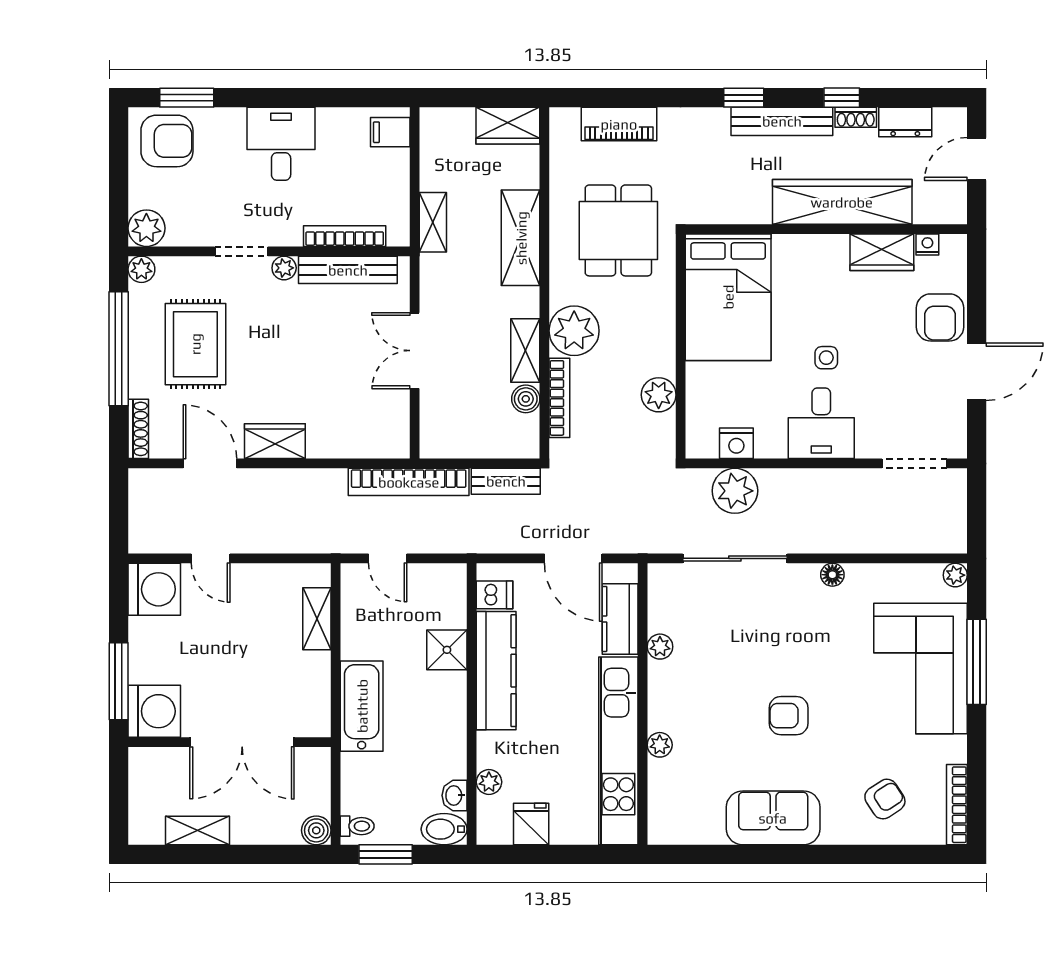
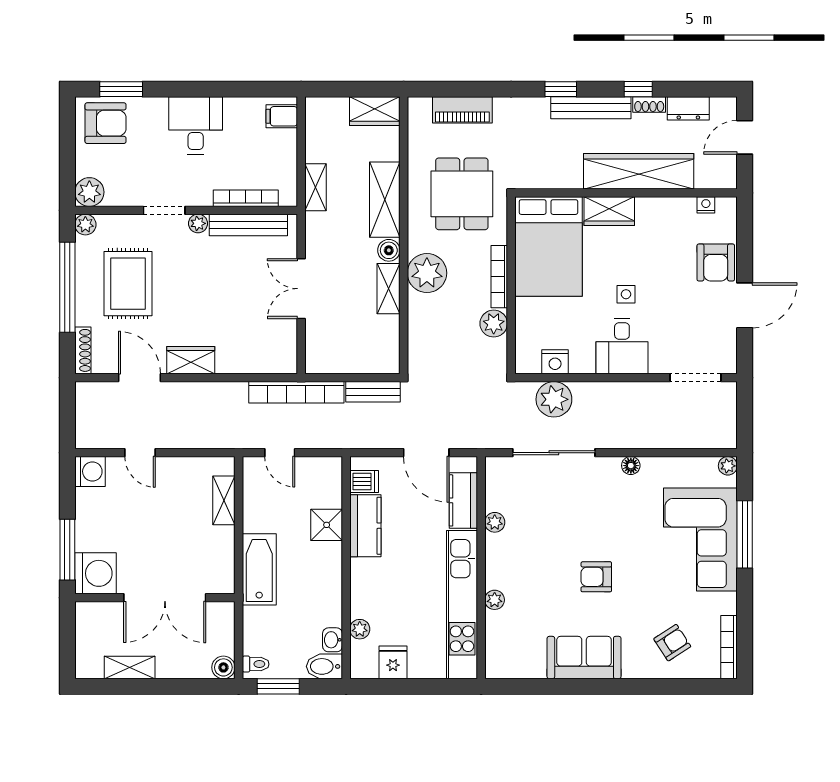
wardrobe: (882, 252) -> (609, 211), moved
bookcase: (559, 398) -> (499, 277), moved, turned 180
boiler: (526, 399) -> (389, 250), moved
washing machine: (154, 589) -> (90, 471), width x0.73, depth x0.73
kitchen counter: (496, 671) -> (365, 526), width x0.67

